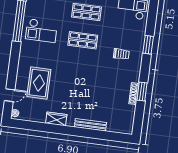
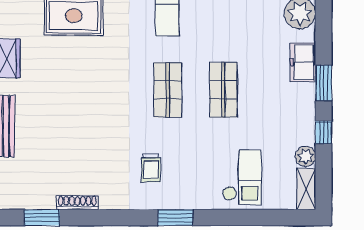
window: (142, 91) -> (42, 218), moved

